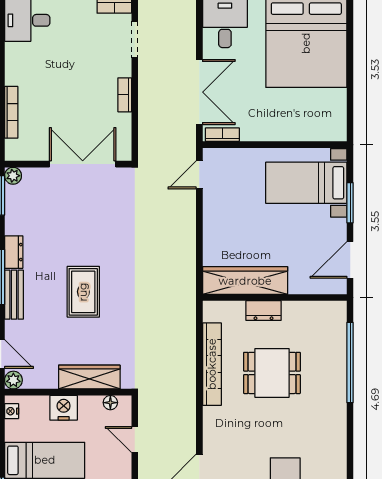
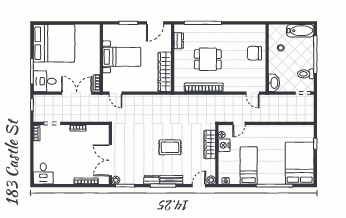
double door: (83, 164) -> (110, 160), moved
bed with nightstands: (306, 183) -> (122, 57), moved, turned -90
door: (350, 260) -> (155, 23), hinge flipped
dresser: (264, 311) -> (179, 41), moved
dining table: (272, 373) -> (208, 59), turned 90
nightstand: (64, 408) -> (224, 145), moved

